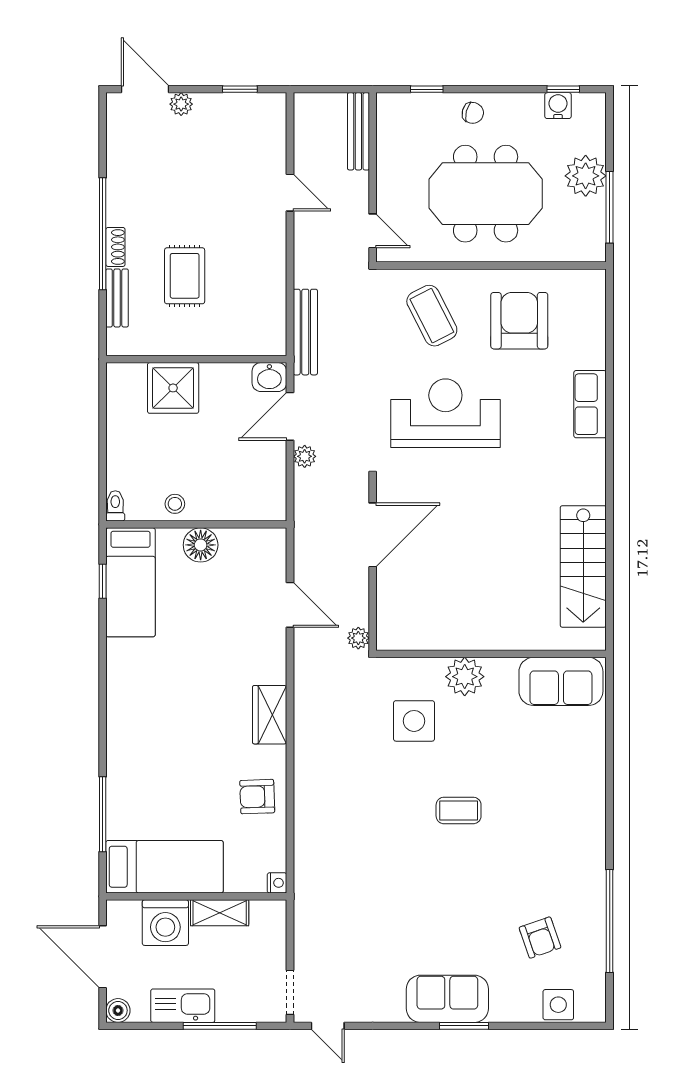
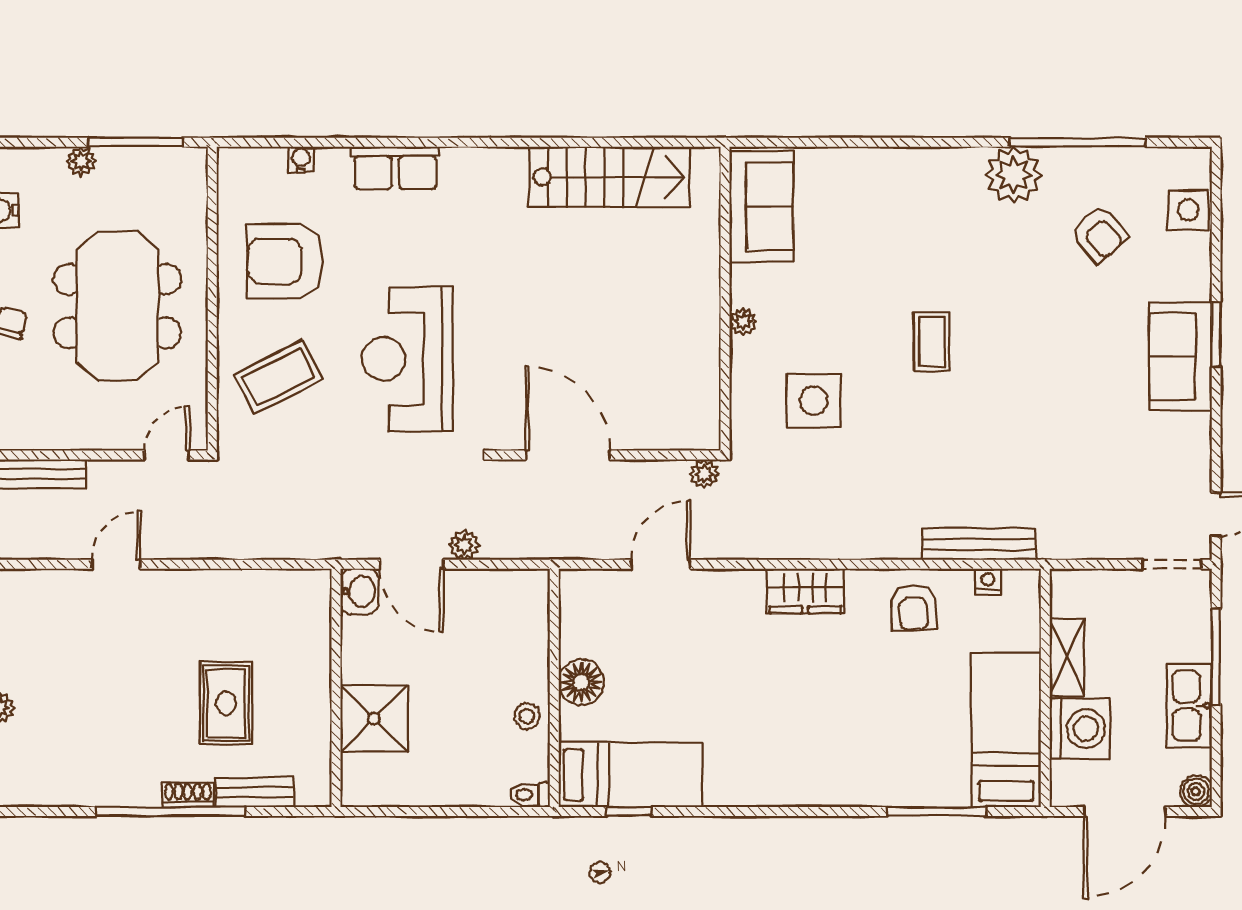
plant: (586, 176) -> (81, 161), width x0.53, depth x0.53
rug: (185, 276) -> (226, 703), turned 90
bench: (305, 332) -> (979, 544), moved
water cooler: (597, 333) -> (301, 159), added
plant: (465, 677) -> (743, 322), width x0.53, depth x0.53
plant: (585, 872) -> (1013, 175), added
nightstand: (277, 883) -> (988, 581), moved
armchair: (540, 938) -> (1100, 234), turned 68

